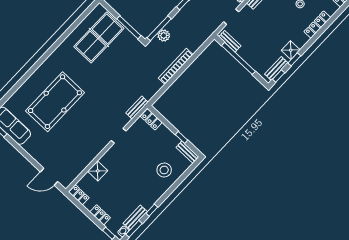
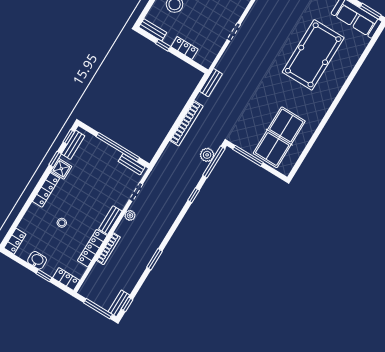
locker: (317, 25) -> (46, 190), moved
bench: (137, 107) -> (211, 83), moved
locker: (151, 119) -> (184, 48), moved

